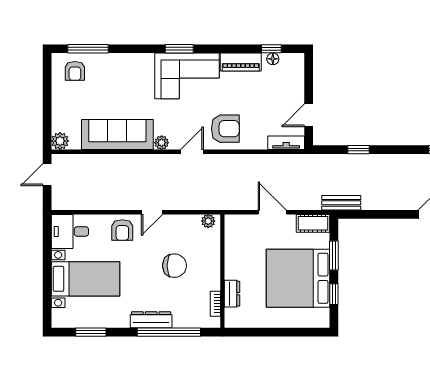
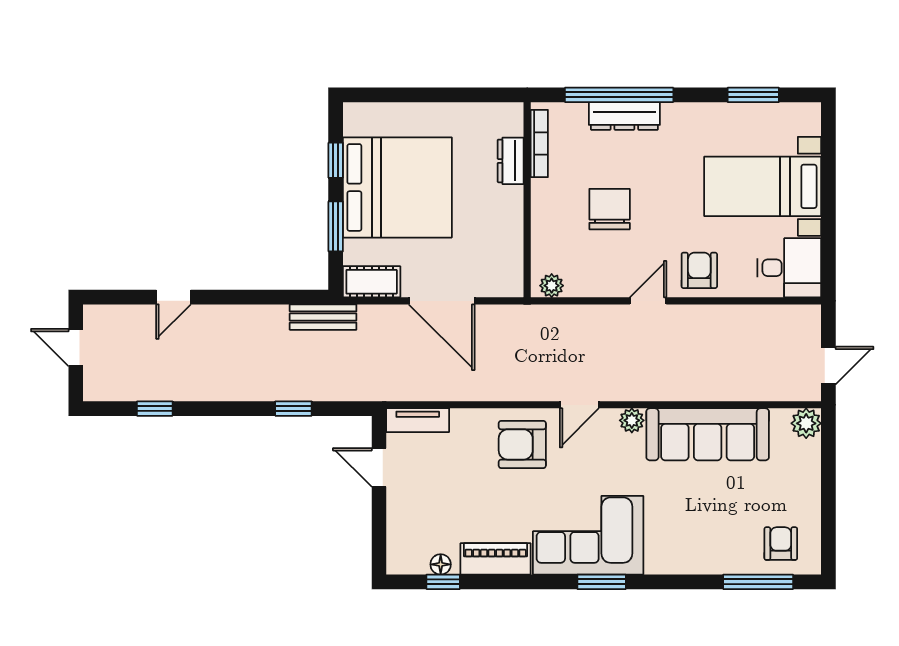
door: (309, 115) -> (379, 467), swing flipped
door: (272, 212) -> (442, 301), width x1.36
chair: (174, 266) -> (610, 209), turned 90
bookcase: (215, 304) -> (539, 144), width x1.56
dresser: (151, 320) -> (624, 116), moved

